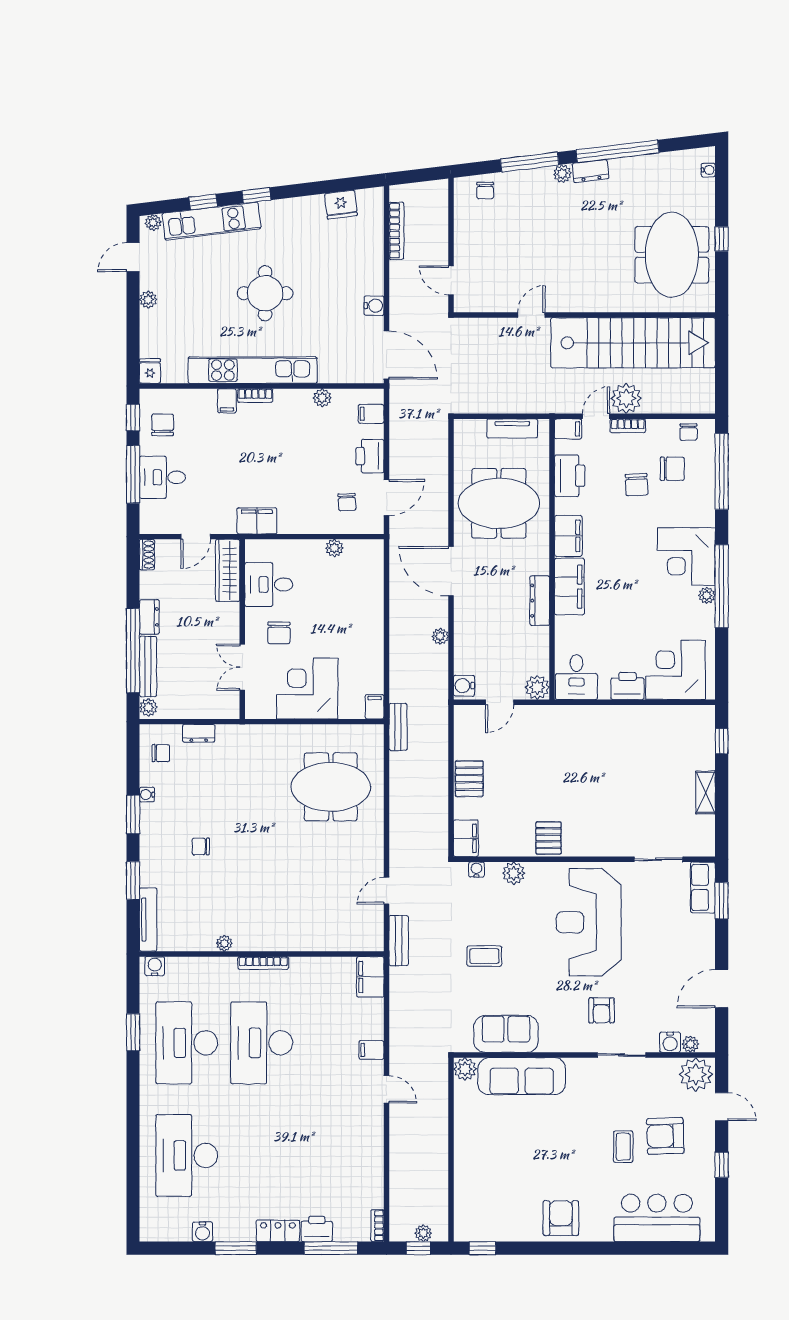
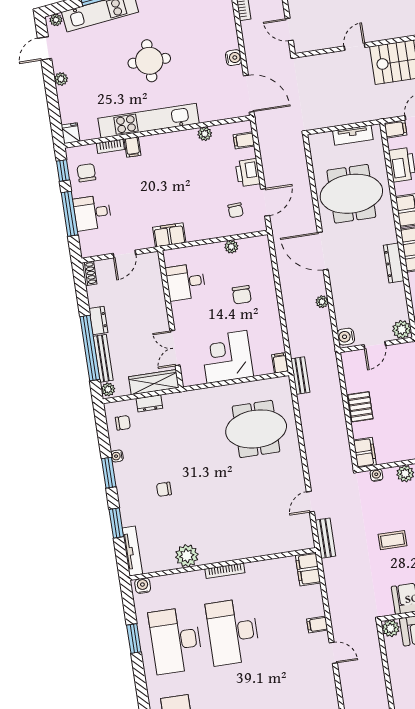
bookcase: (255, 396) -> (110, 146), moved
wardrobe: (228, 570) -> (154, 382), moved, turned 90
chair: (279, 633) -> (242, 295), moved
plant: (224, 943) -> (187, 556), width x1.87, depth x1.87

